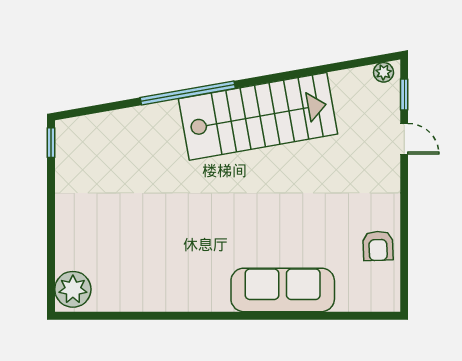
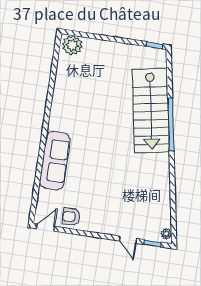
stairs: (258, 116) -> (151, 111), moved
door: (404, 139) -> (128, 240), hinge flipped
door: (404, 289) -> (46, 228), added

